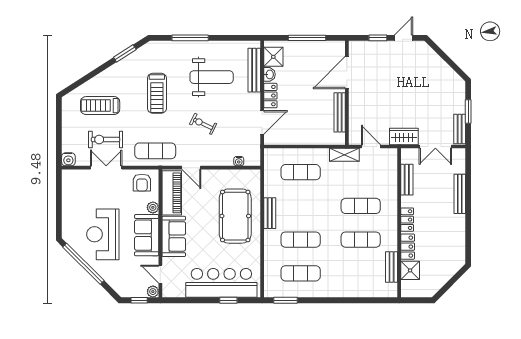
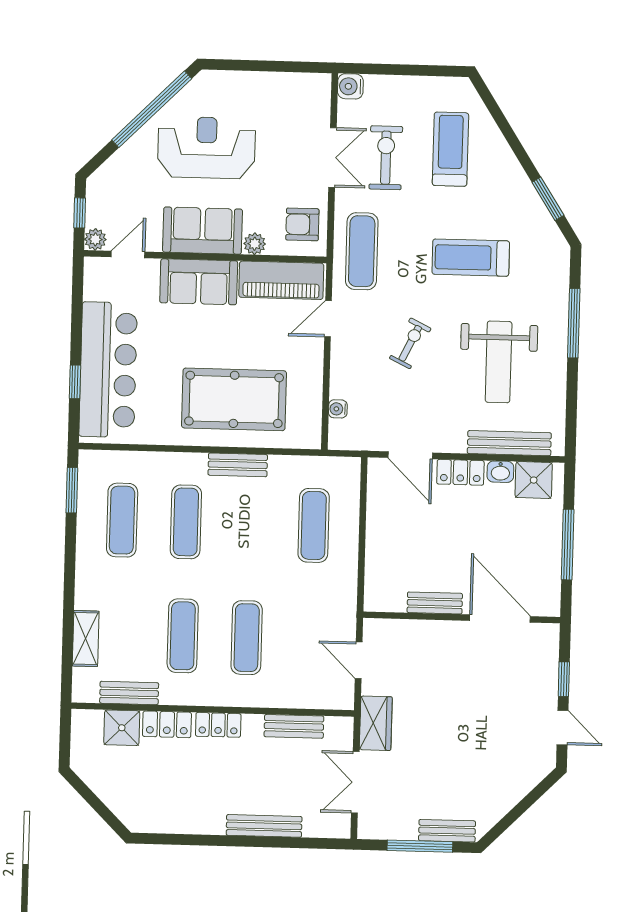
window: (468, 111) -> (420, 846), width x1.44
bench: (340, 112) -> (435, 603), width x0.73
bench: (460, 129) -> (447, 831), moved
door: (371, 146) -> (359, 660), swing flipped
shelving: (344, 155) -> (86, 639), moved

